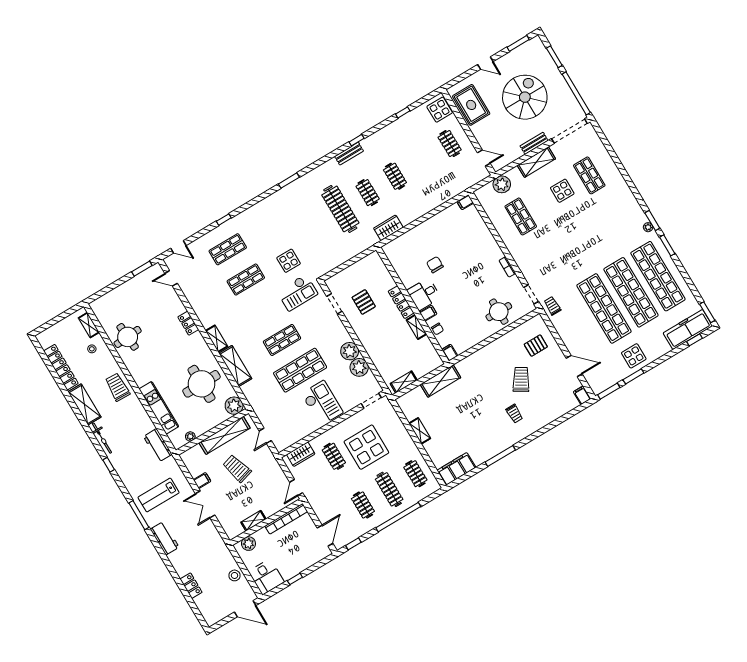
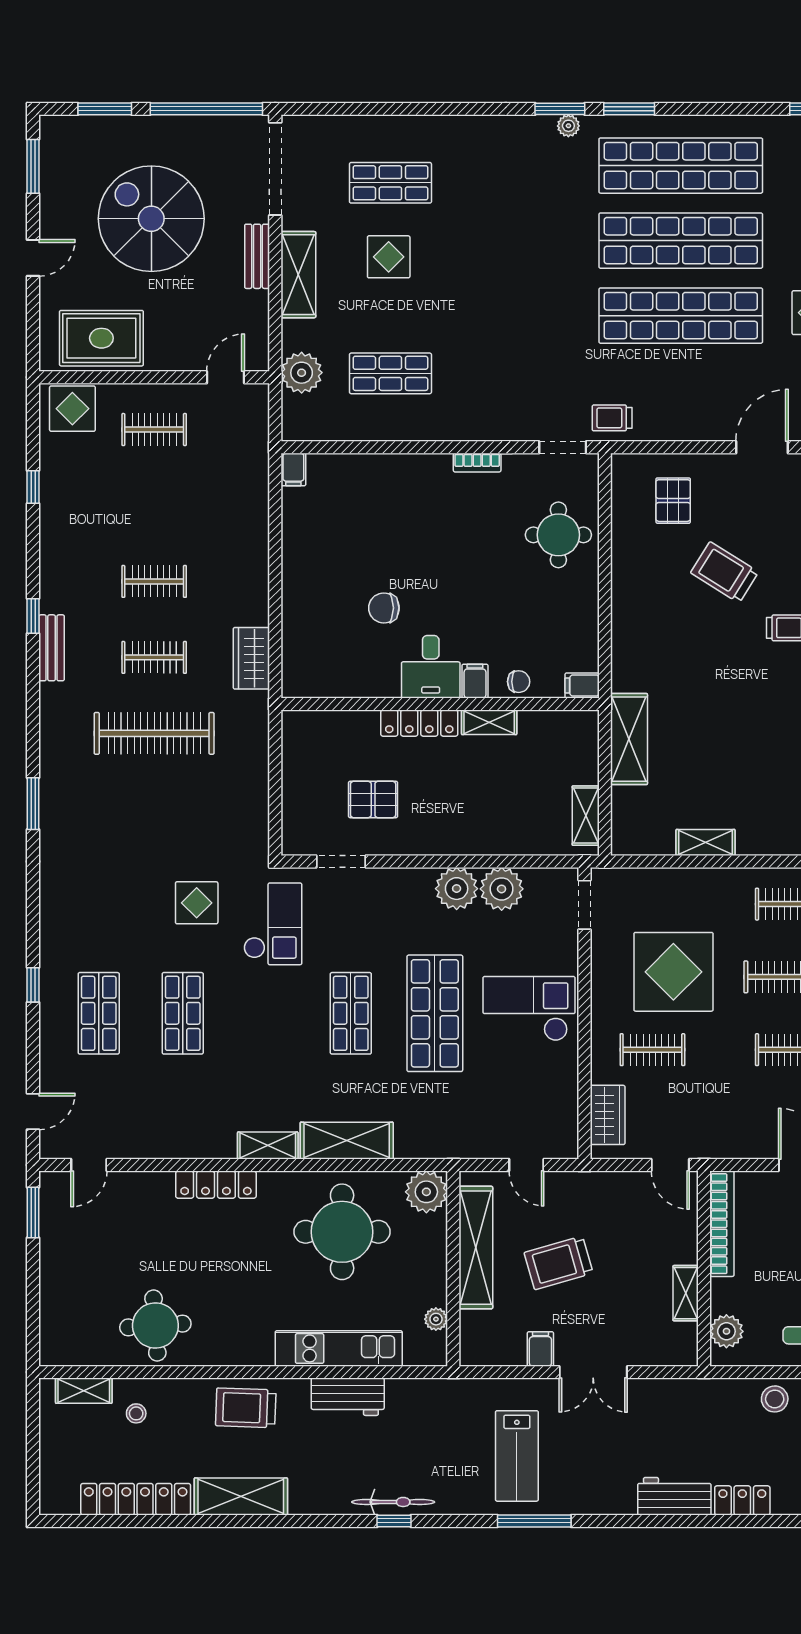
locker: (188, 323) -> (216, 1185), width x1.53
bicycle: (102, 438) -> (393, 1502), moved
workbench: (158, 445) -> (348, 1397), moved
workbench: (165, 538) -> (674, 1496), moved

